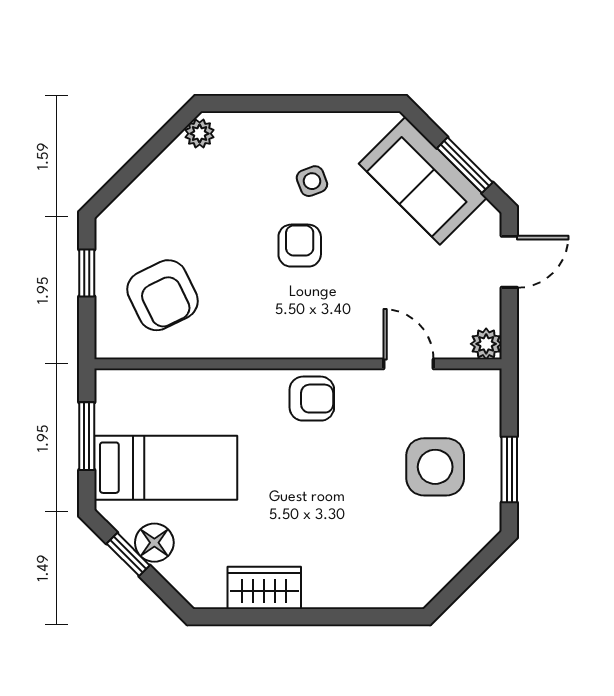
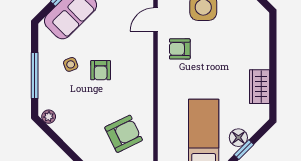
window: (288, 103) -> (35, 75), added
armchair: (300, 246) -> (101, 70), turned -90
armchair: (312, 399) -> (180, 49), moved, turned -90

